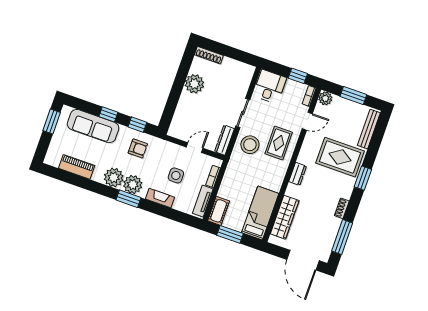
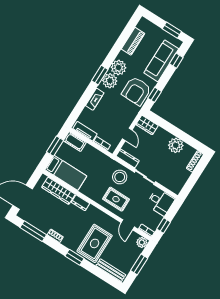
window: (108, 114) -> (176, 61), moved
wardrobe: (177, 125) -> (147, 125), added
armchair: (138, 148) -> (136, 91), width x1.88, depth x1.88
dresser: (298, 174) -> (81, 203), moved
side table: (176, 175) -> (109, 115), removed

